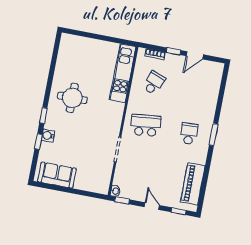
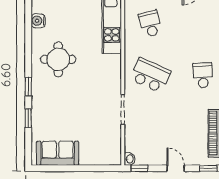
school desk: (154, 83) -> (150, 24), turned -36
school desk: (146, 125) -> (150, 75), turned 30
water cooler: (48, 136) -> (38, 21), moved

